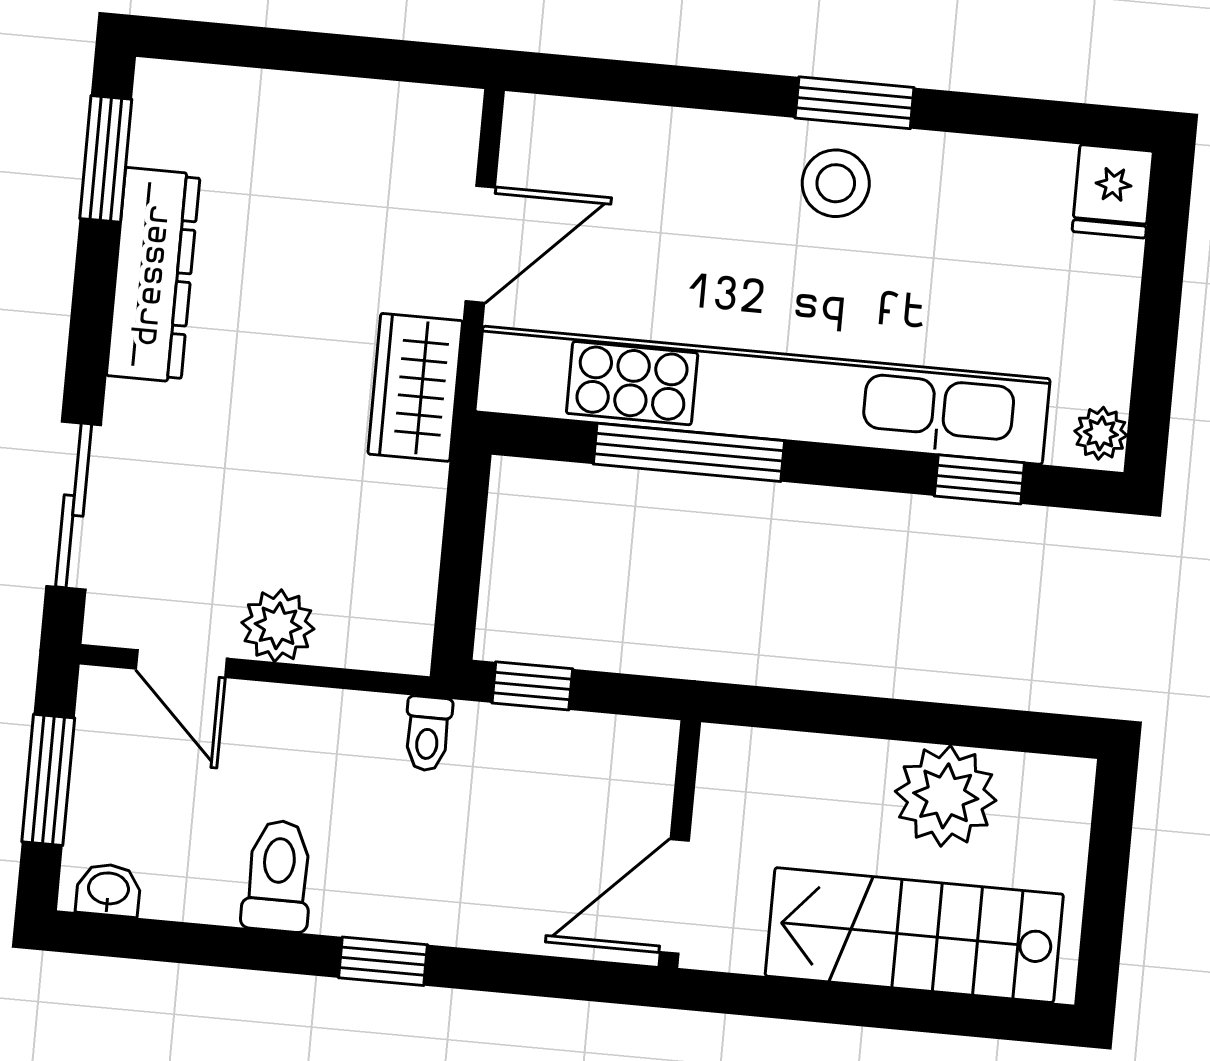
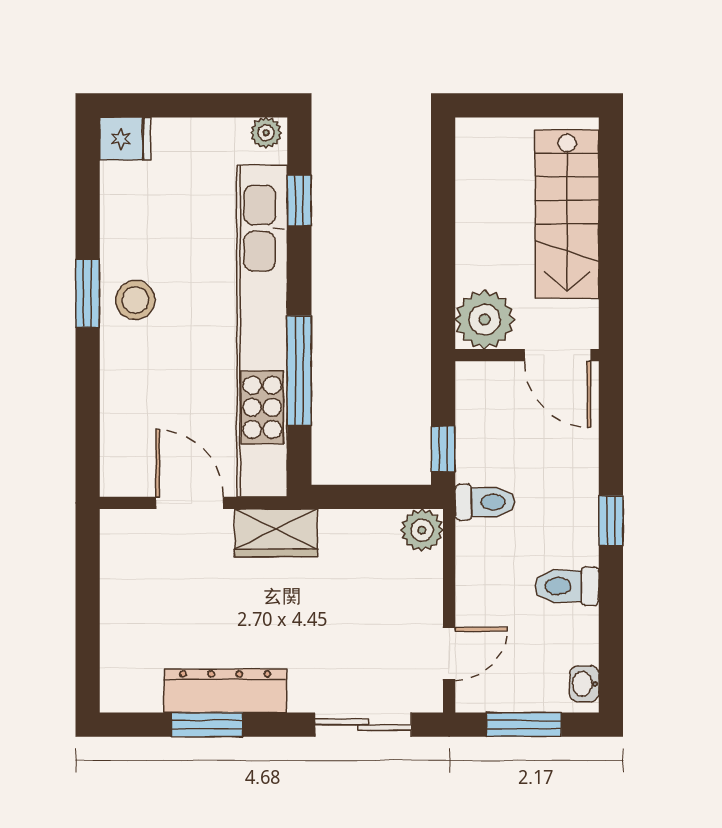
window: (106, 159) -> (207, 725), moved
plant: (278, 626) -> (422, 530), moved
toilet: (428, 734) -> (485, 502), width x1.37, depth x1.39
plant: (946, 796) -> (485, 320), moved

